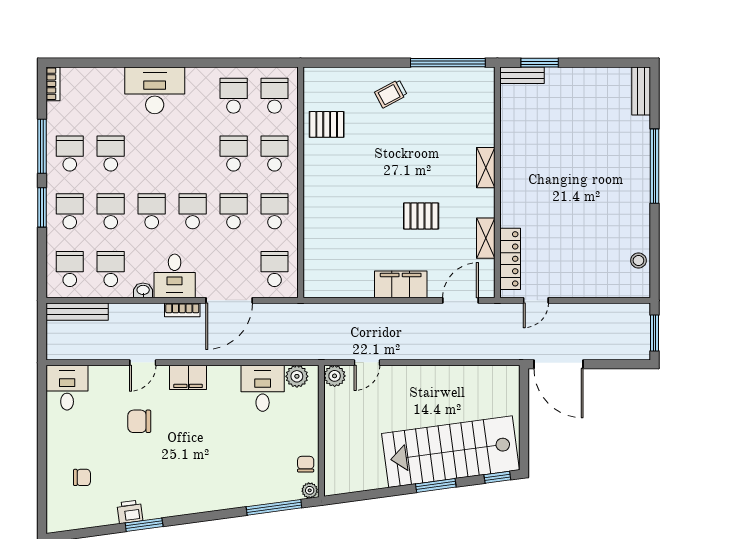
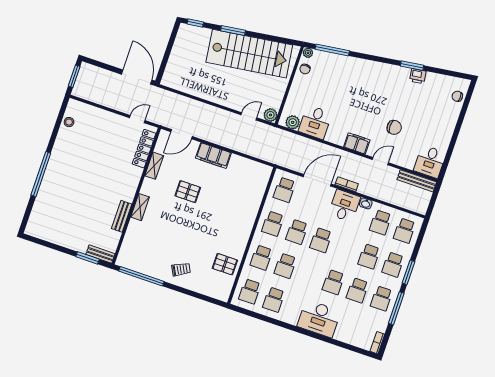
bench: (641, 91) -> (122, 216), moved
school desk: (152, 211) -> (333, 282), moved
bench: (77, 312) -> (417, 181), moved
stairs: (451, 452) -> (249, 54), moved
chair: (82, 477) -> (457, 96), moved

